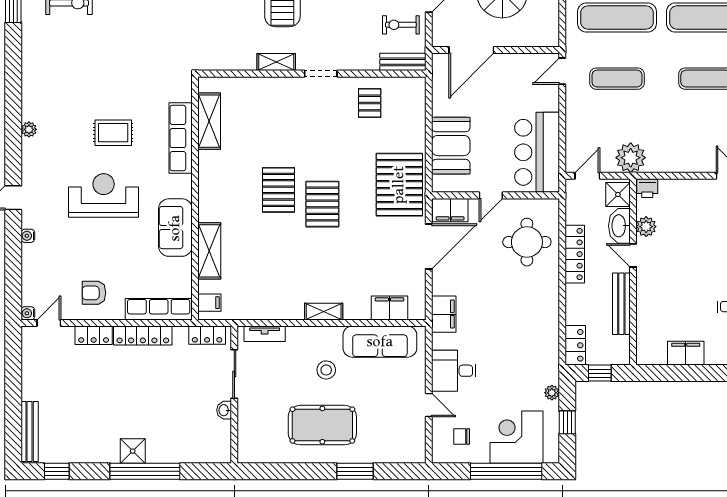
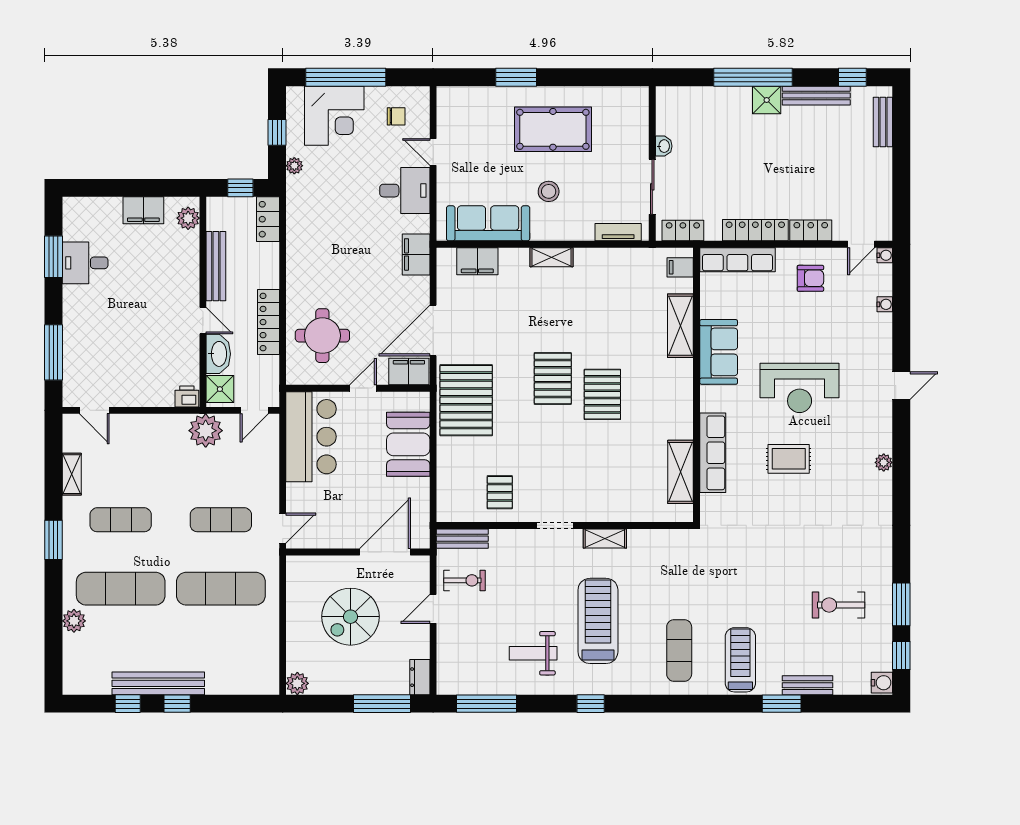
plant: (646, 227) -> (188, 218), moved
water cooler: (28, 236) -> (885, 304), moved
bench: (30, 432) -> (883, 122), width x0.73
bench: (89, 455) -> (816, 96), added

